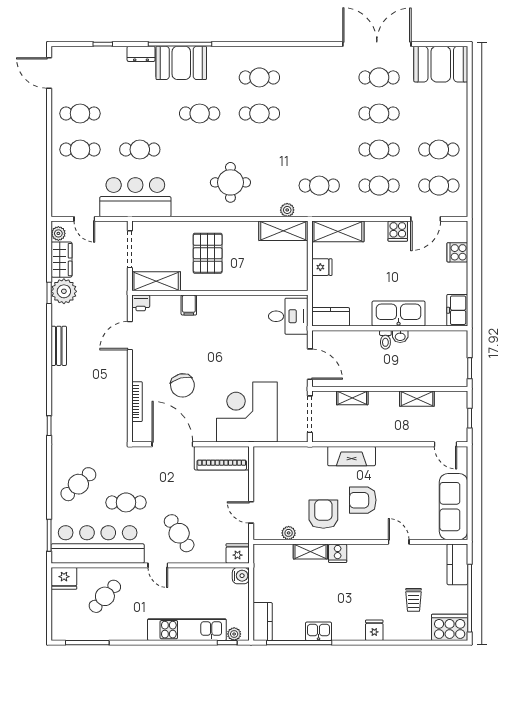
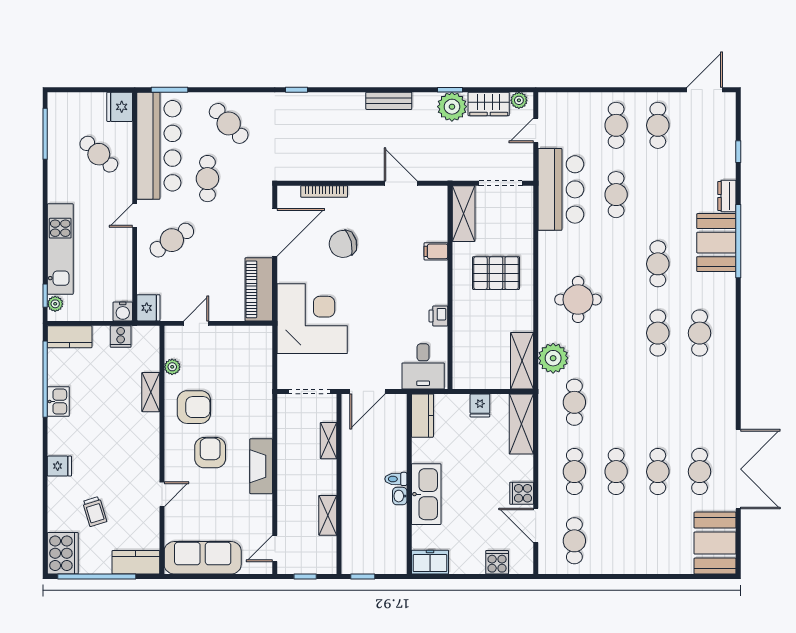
cafe table: (439, 150) -> (616, 541), removed
plant: (287, 210) -> (553, 358), width x1.87, depth x1.87
printer: (141, 303) -> (438, 316), moved
fireplace: (352, 456) -> (261, 466), moved
cooker: (338, 553) -> (121, 337), moved, turned -90
trolley: (414, 600) -> (95, 512), turned -107

